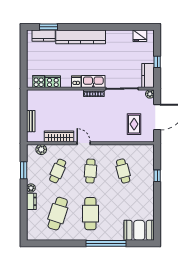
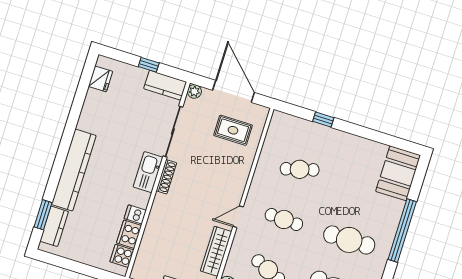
dishwasher: (76, 82) -> (135, 214), moved

